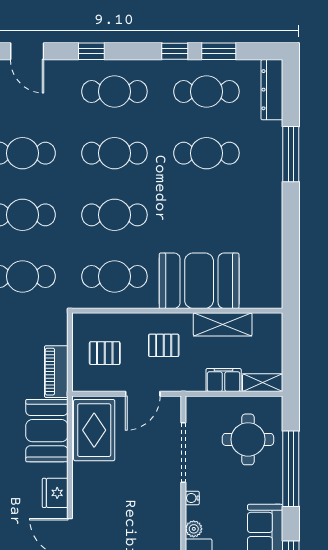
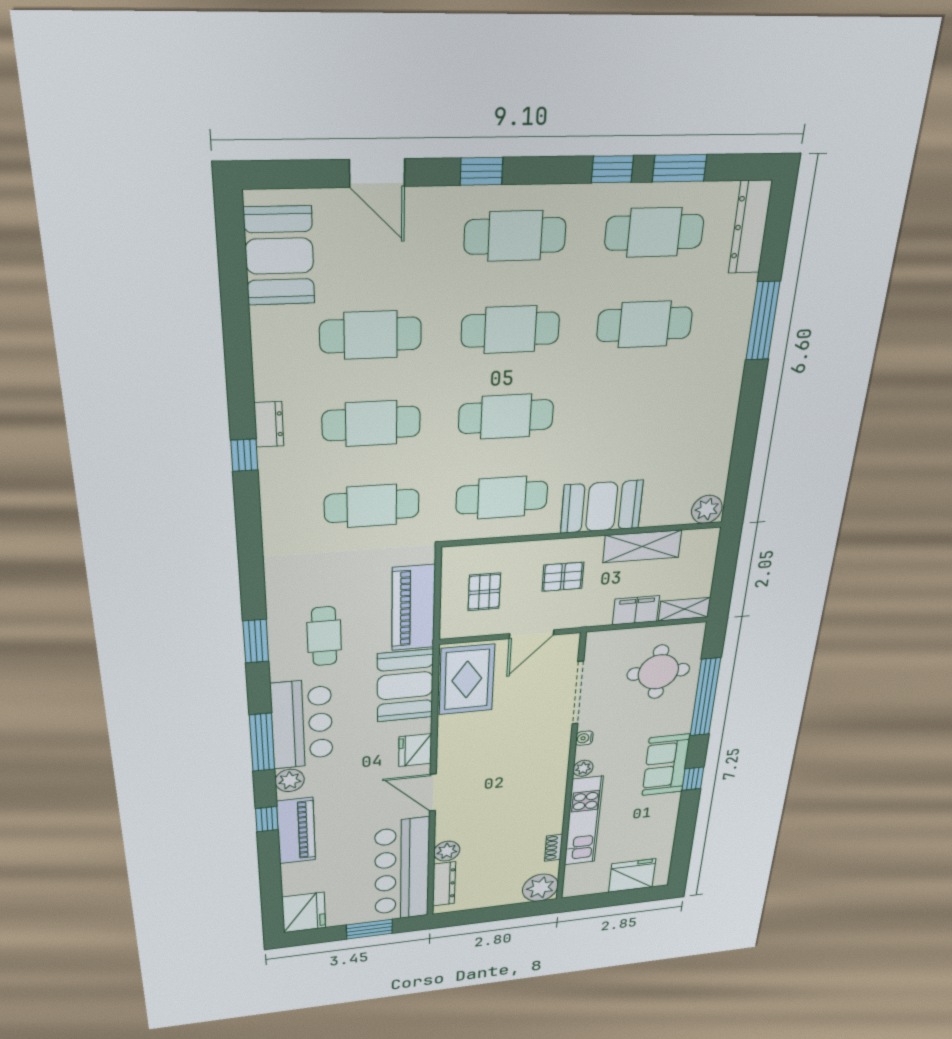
booth: (199, 281) -> (602, 507), width x0.73, depth x0.70
plant: (269, 297) -> (707, 509), added
pallet: (105, 353) -> (484, 592), turned 90
piano: (56, 372) -> (413, 608), width x1.37, depth x1.33

